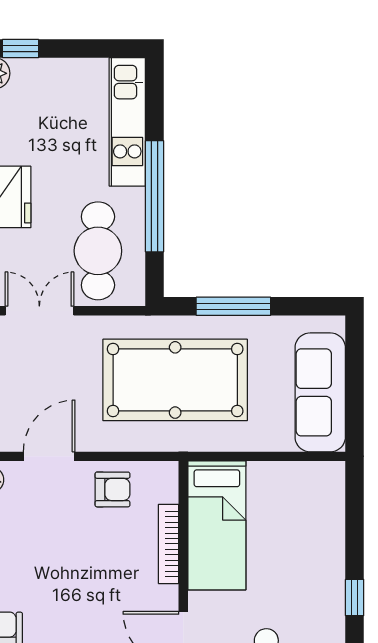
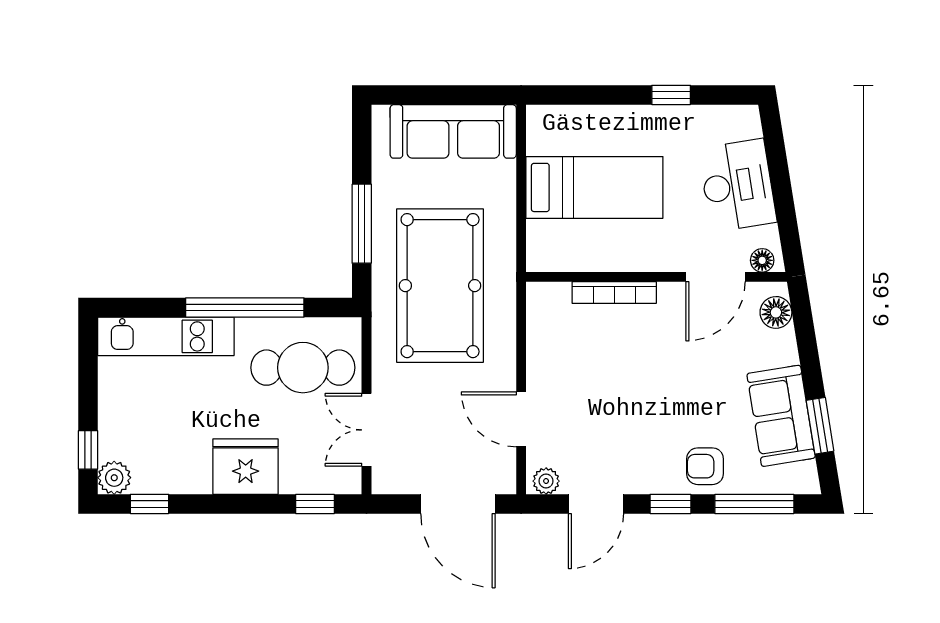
armchair: (112, 489) -> (556, 352), removed
bed: (217, 525) -> (594, 187), moved

